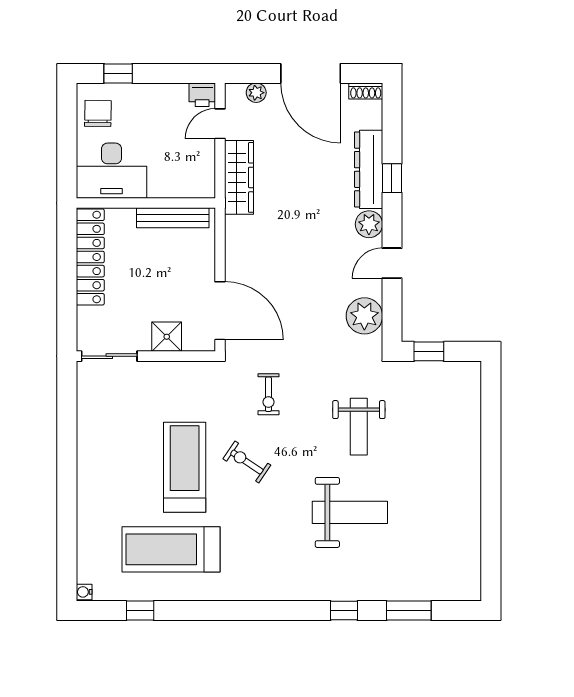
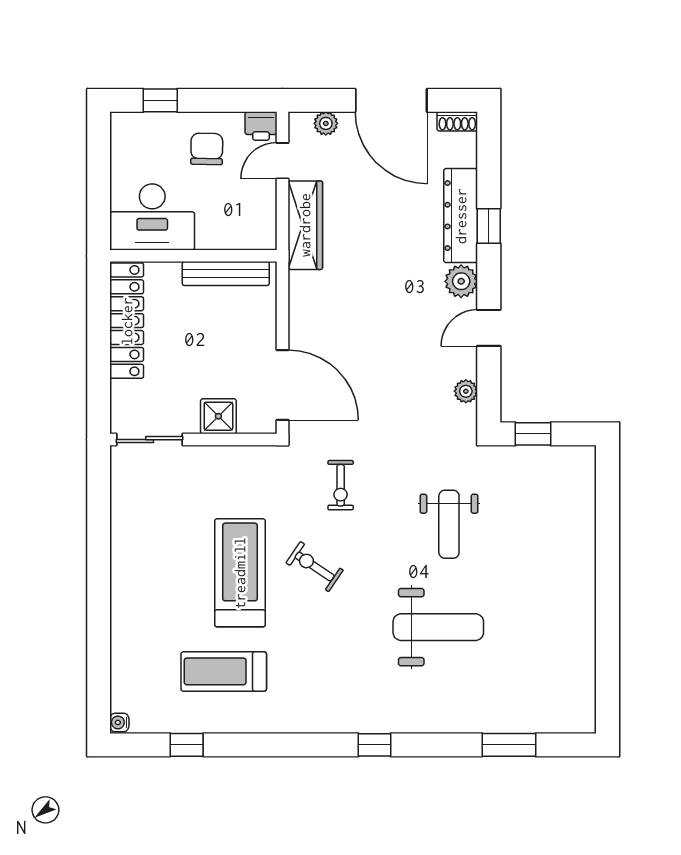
chair: (98, 113) -> (207, 149), moved
plant: (364, 316) -> (466, 391), width x0.53, depth x0.53
treadmill: (171, 549) -> (224, 671), width x0.73, depth x0.73
window: (344, 611) -> (374, 745), moved

